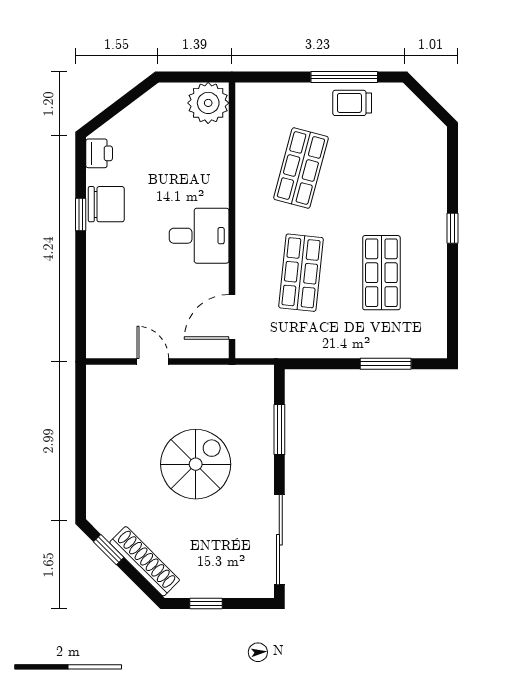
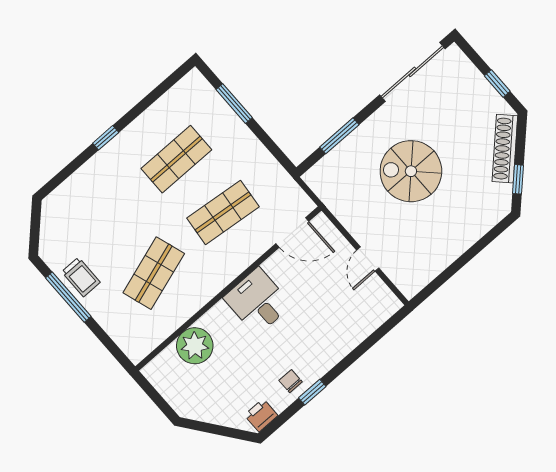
plant: (208, 103) -> (195, 346), moved
shop shelf: (301, 168) -> (154, 273), turned -33
chair: (106, 204) -> (291, 381), width x0.54, depth x0.54

